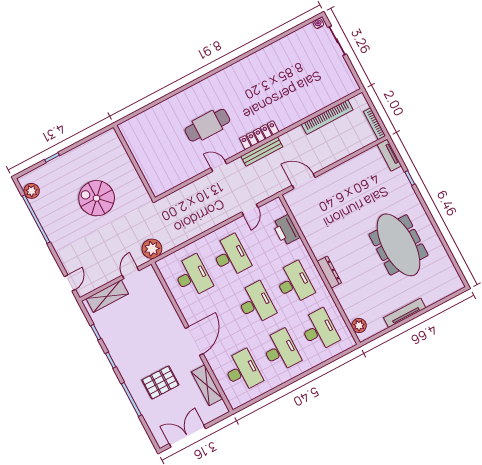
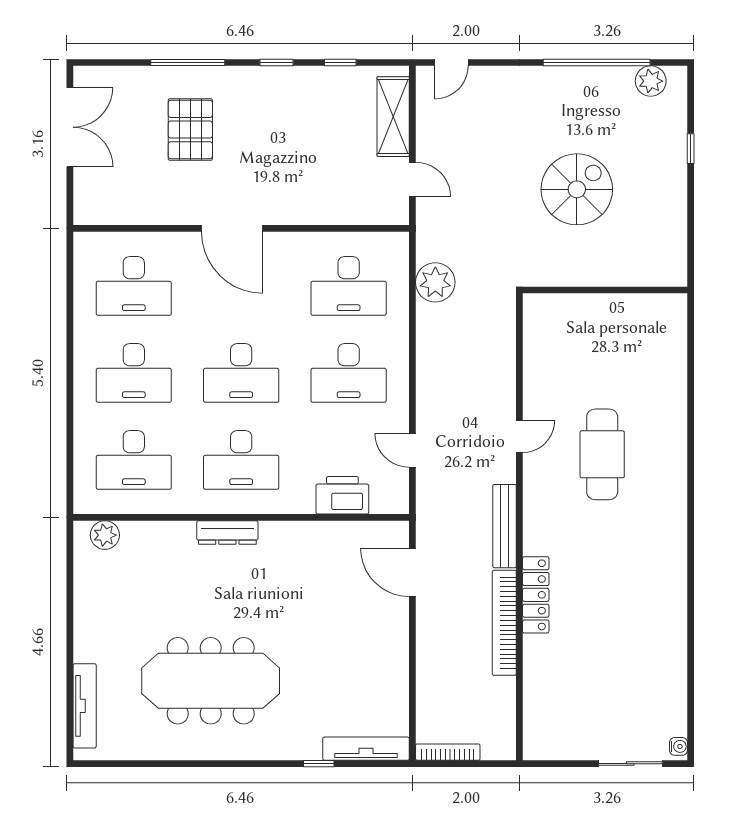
bookcase: (327, 117) -> (504, 623), moved
locker: (259, 135) -> (536, 595), moved
tv unit: (389, 155) -> (366, 749), width x1.41
door: (304, 181) -> (412, 572), swing flipped
plant: (152, 249) -> (435, 282), moved
door: (70, 283) -> (451, 63), hinge flipped
tv unit: (405, 313) -> (85, 706), moved
shelving: (207, 385) -> (142, 210), removed

